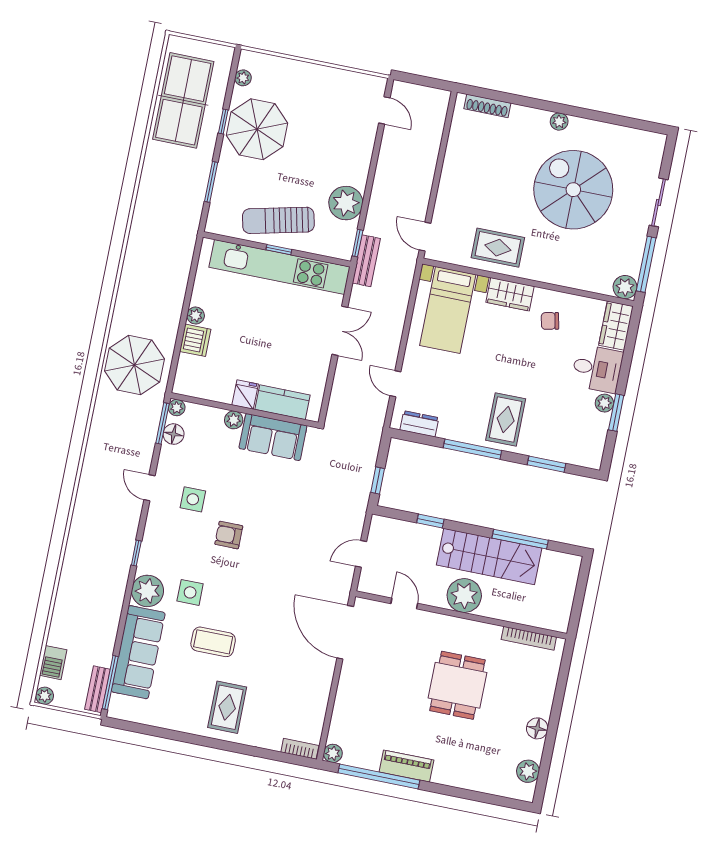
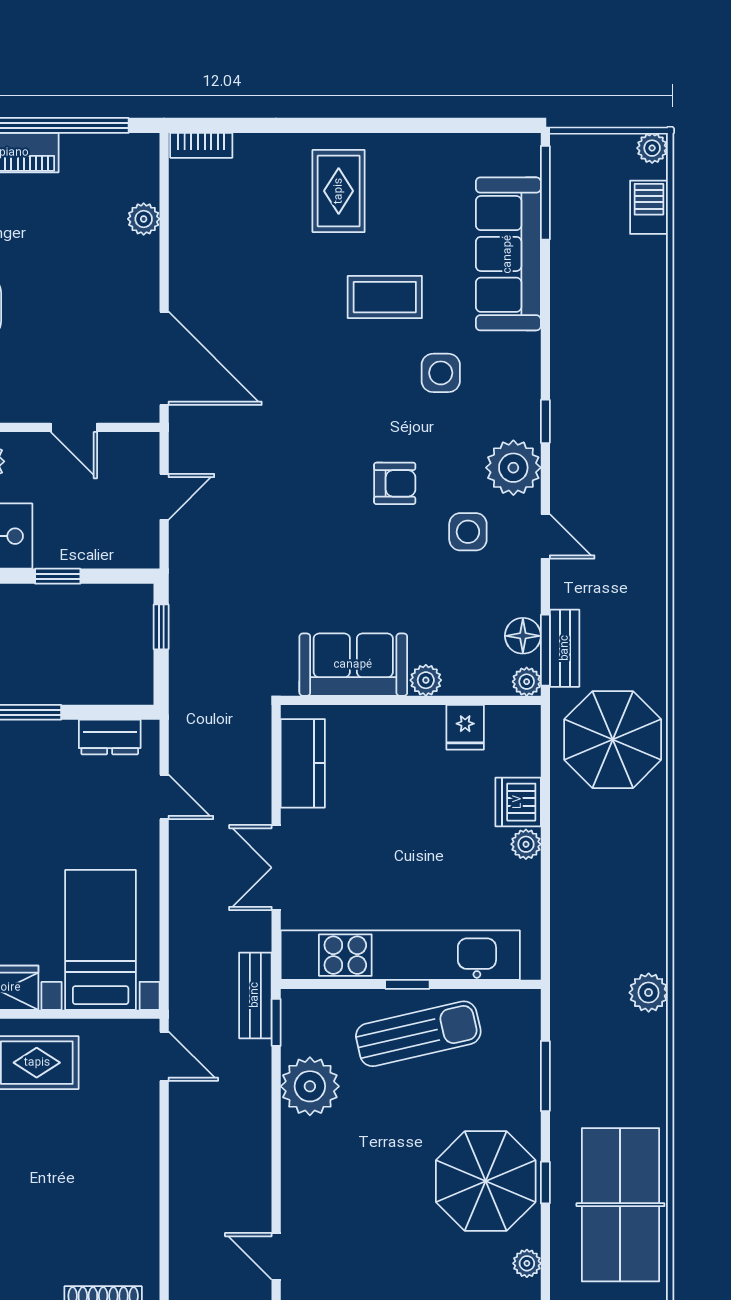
plant: (143, 217) -> (649, 993), added
fridge: (245, 395) -> (465, 727), moved
kitchen counter: (283, 402) -> (303, 763), moved, turned -90
plant: (148, 591) -> (513, 468), moved
bench: (97, 689) -> (565, 648), moved
plant: (333, 753) -> (144, 219), moved

